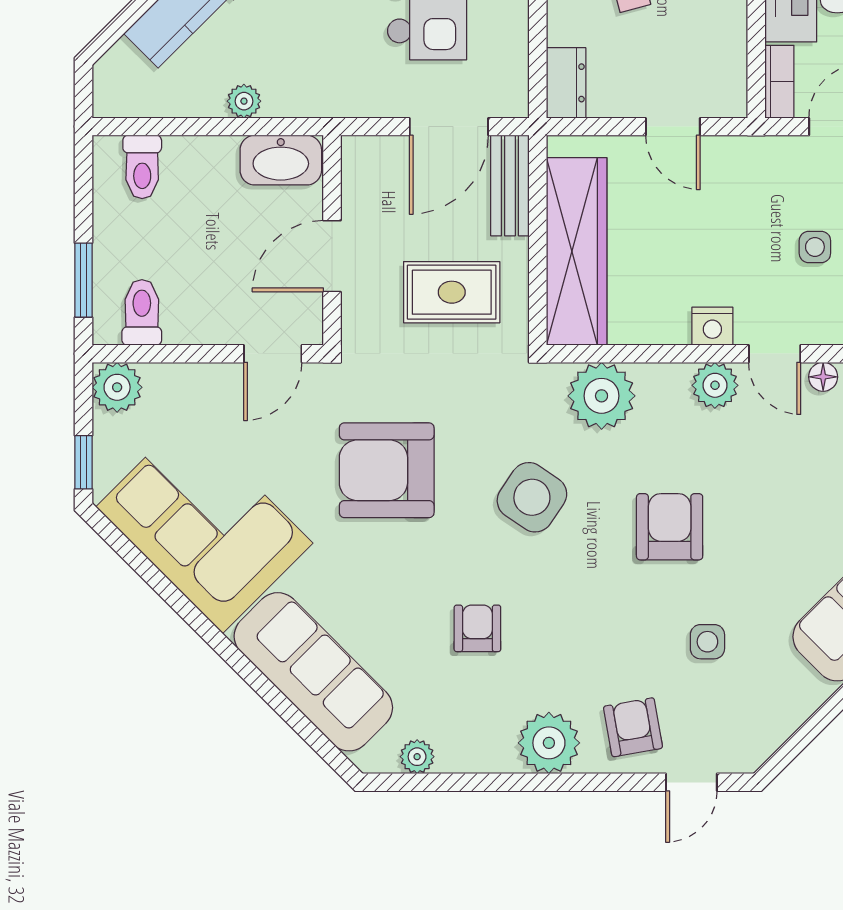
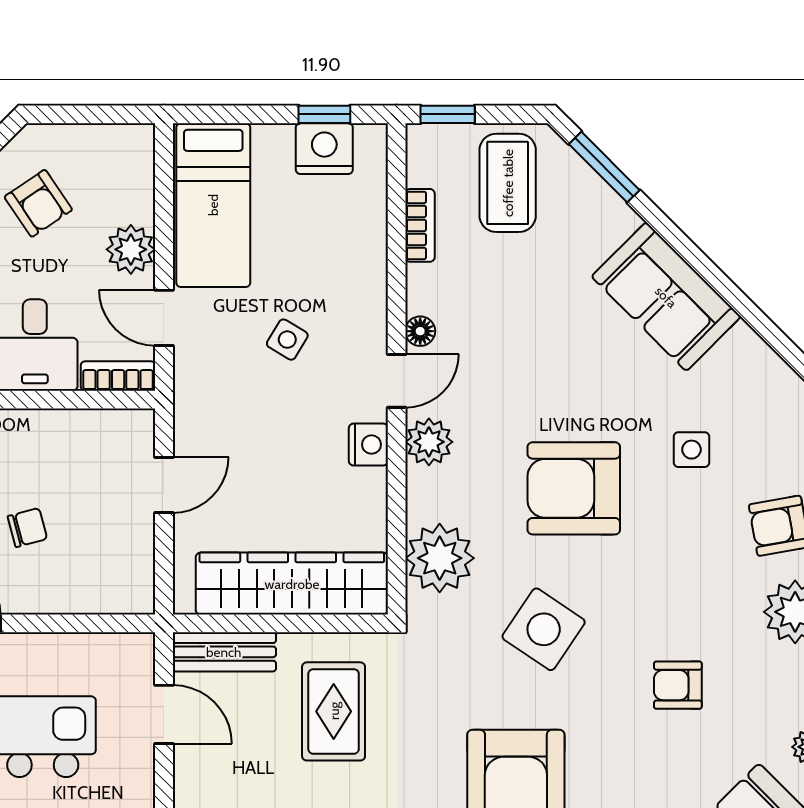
dresser: (566, 83) -> (119, 594), removed
door: (449, 127) -> (164, 714), width x0.73
side table: (815, 247) -> (287, 340), turned 31
armchair: (670, 527) -> (574, 488), width x1.36, depth x1.36

